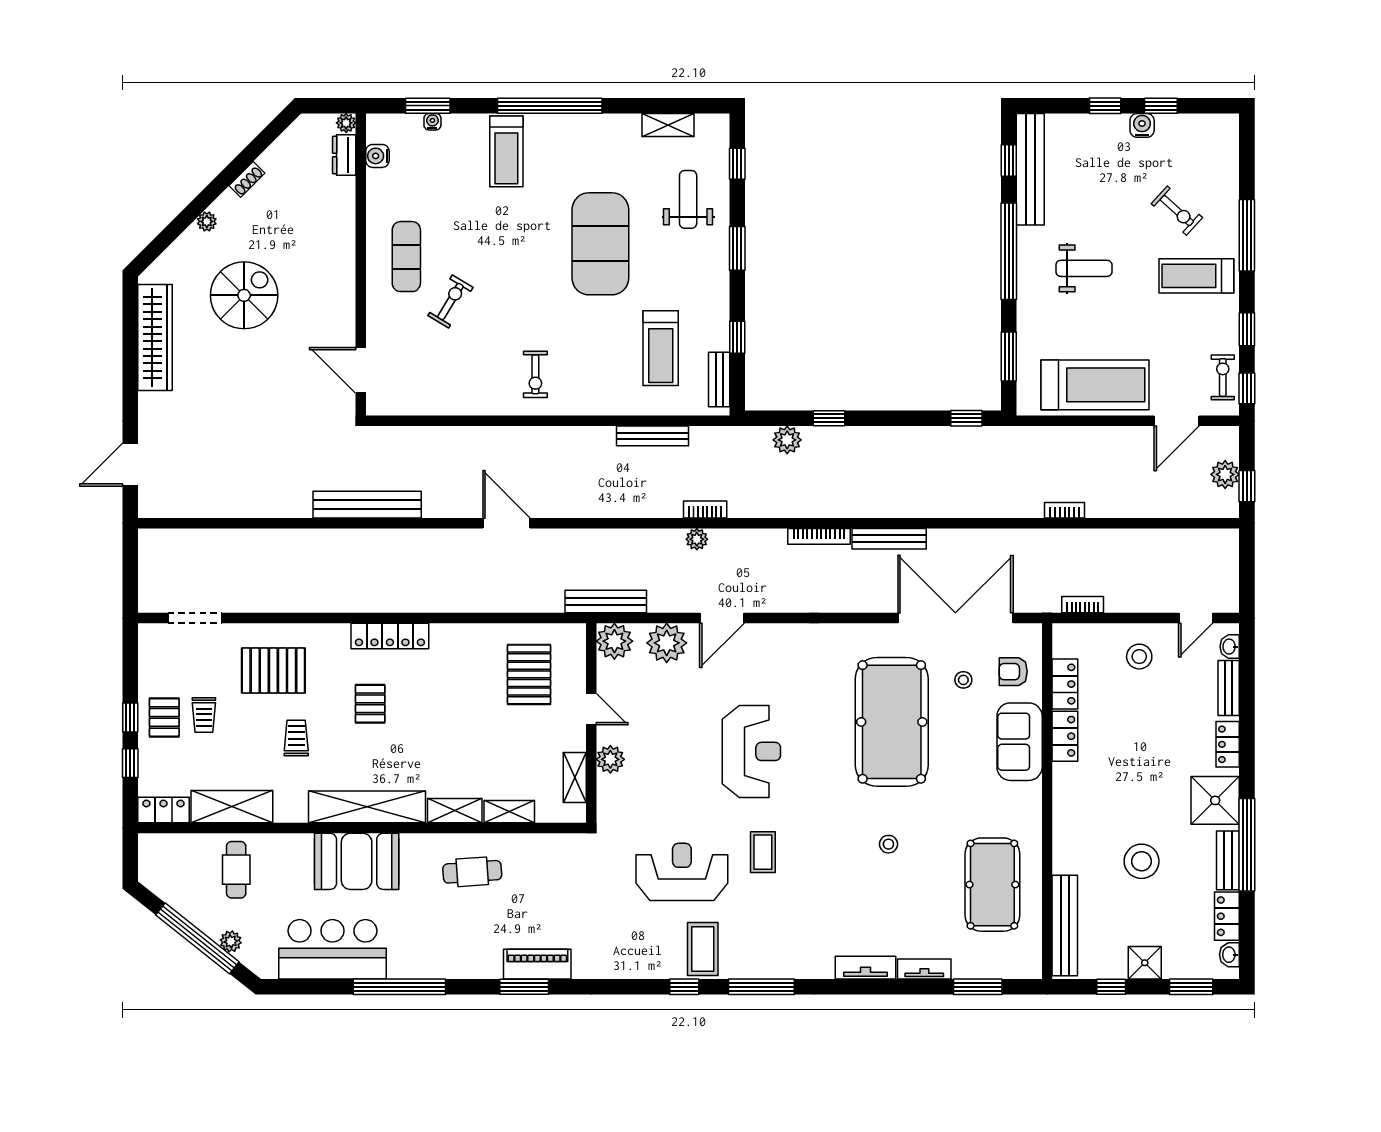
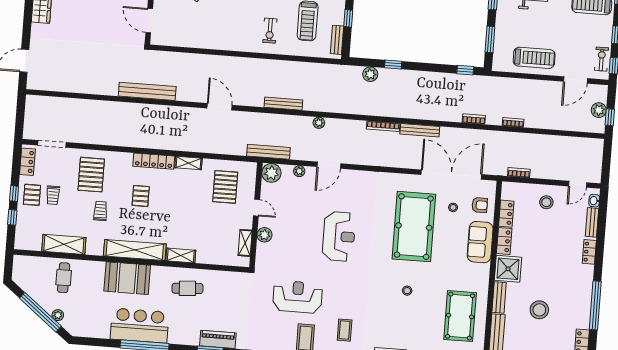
exercise bike: (535, 374) -> (270, 31), moved
treadmill: (1095, 385) -> (534, 58), width x0.73, depth x0.73
bench: (652, 436) -> (283, 104), moved
bookcase: (705, 510) -> (474, 119), moved
plant: (667, 643) -> (299, 171), width x0.53, depth x0.53
pallet: (273, 671) -> (91, 175), turned 90
armchair: (1013, 672) -> (480, 205), turned 180
shower: (1215, 800) -> (508, 269), moved
locker: (163, 810) -> (27, 162), moved, turned 90
shelving: (509, 812) -> (188, 163), moved
coffee table: (763, 852) -> (345, 330), moved
bench: (1228, 860) -> (499, 297), moved
bar counter: (332, 949) -> (140, 326), moved

